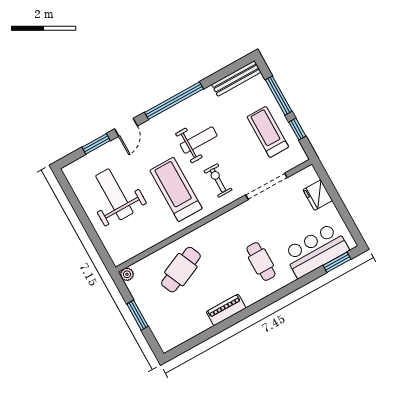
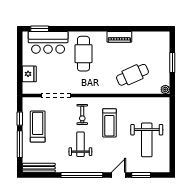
treadmill: (268, 132) -> (38, 127), turned 180
weight bench: (199, 140) -> (80, 144), turned 90
treadmill: (176, 189) -> (109, 123), width x0.73, depth x0.73
cafe table: (261, 261) -> (83, 54), width x1.37, depth x1.35

